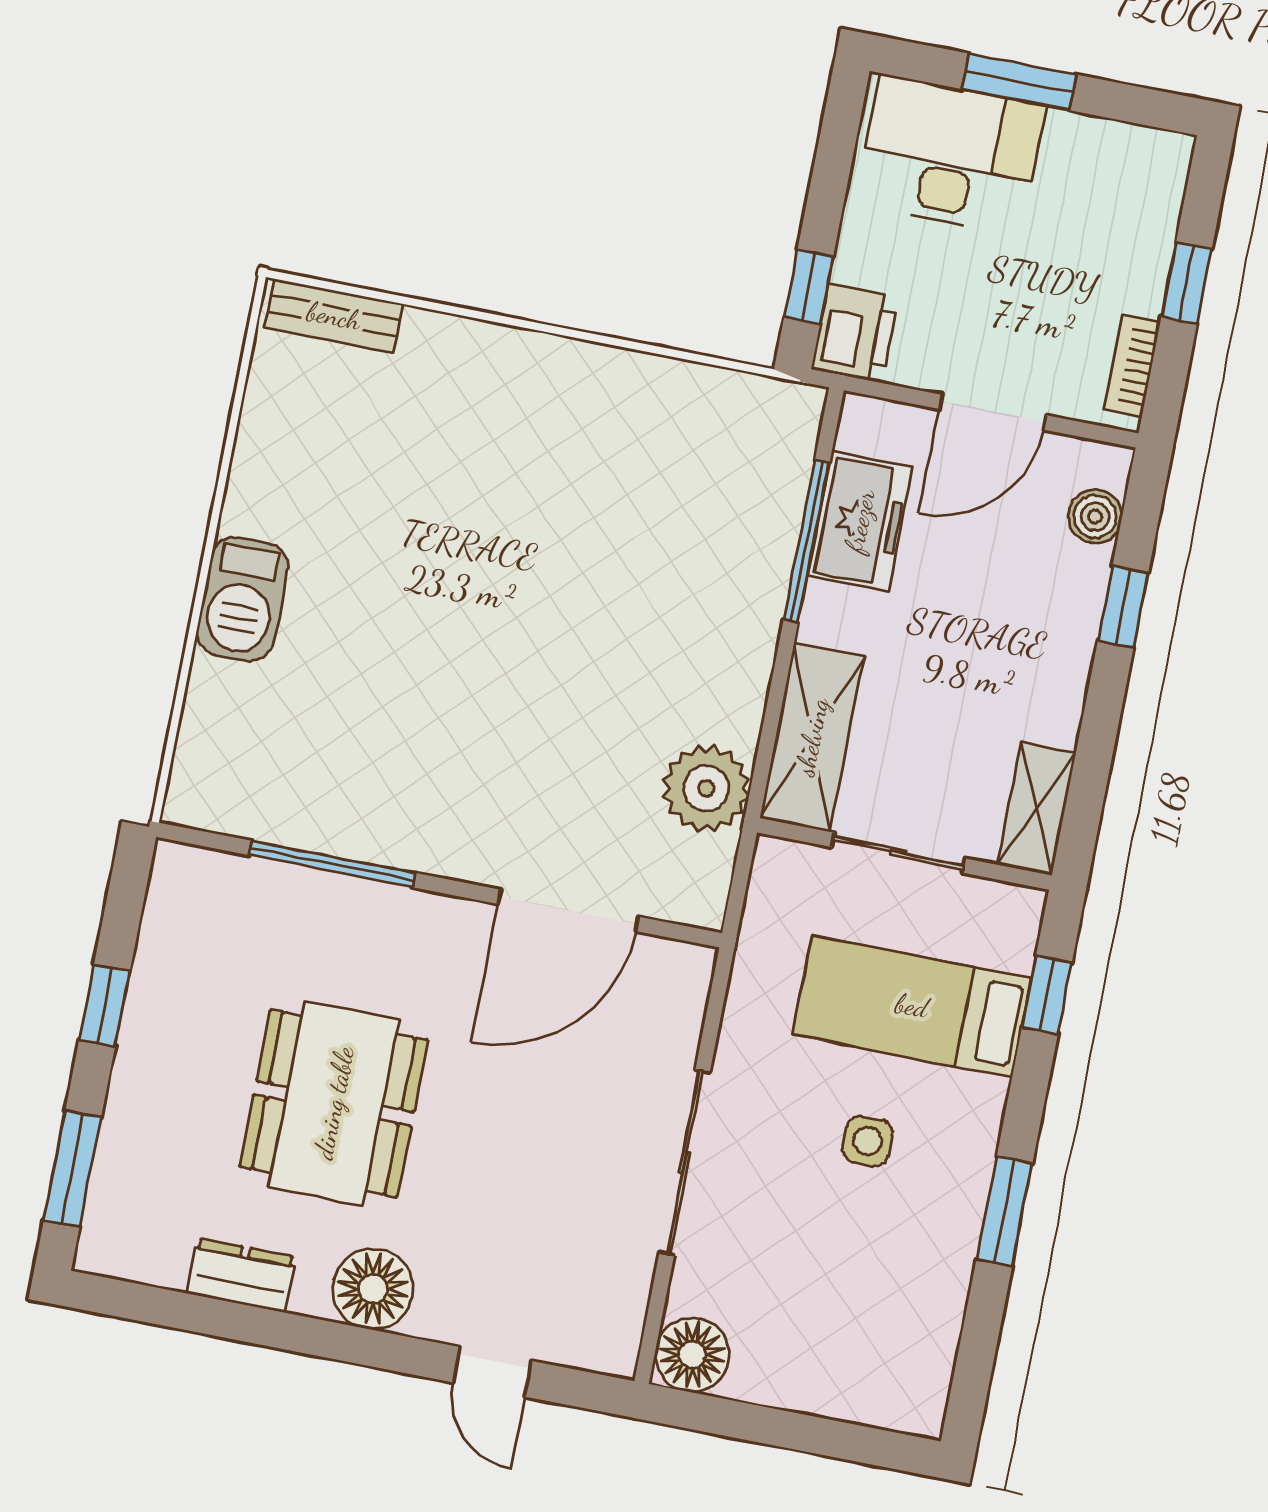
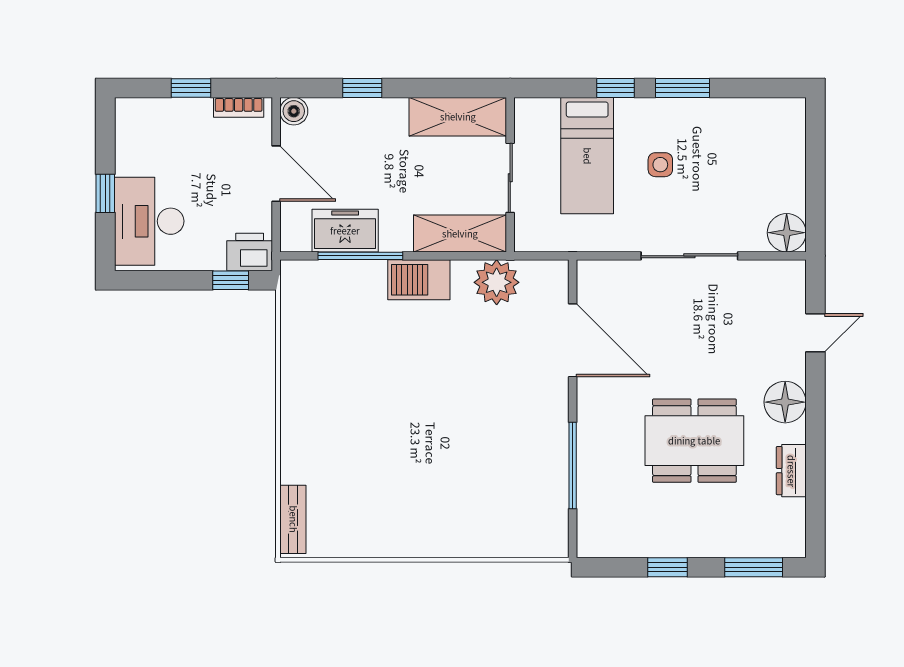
window: (1019, 82) -> (105, 193), width x0.67
boiler: (1095, 517) -> (294, 111), moved
barbecue: (242, 599) -> (419, 280), moved, turned 180
shelving: (1036, 809) -> (458, 117), width x1.50, depth x1.33
window: (1047, 995) -> (615, 88), moved

